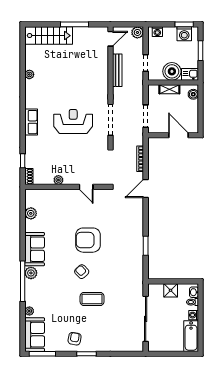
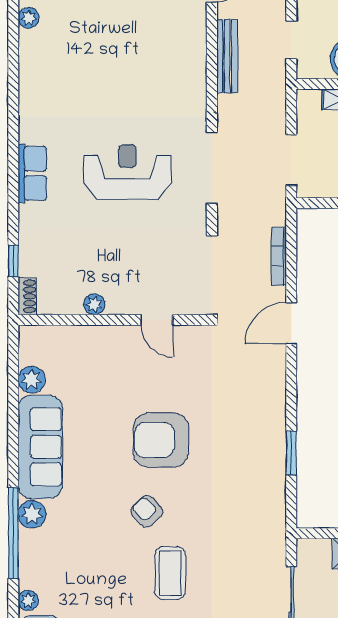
plant: (29, 74) -> (29, 18), moved
sofa: (35, 249) -> (40, 447), width x1.36
coffee table: (92, 299) -> (170, 573), turned 90

